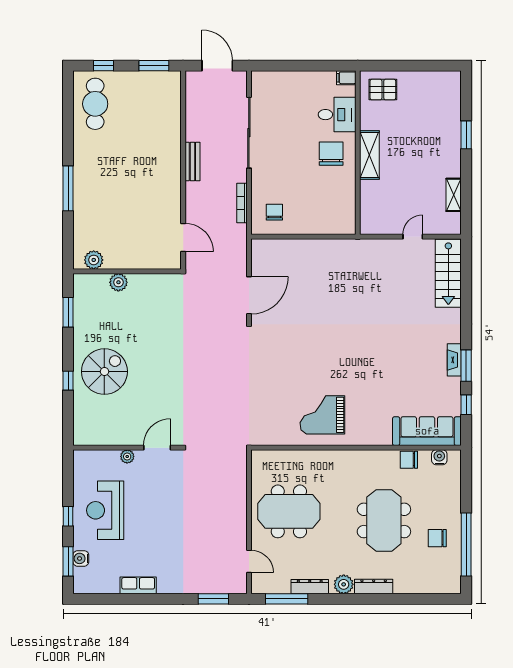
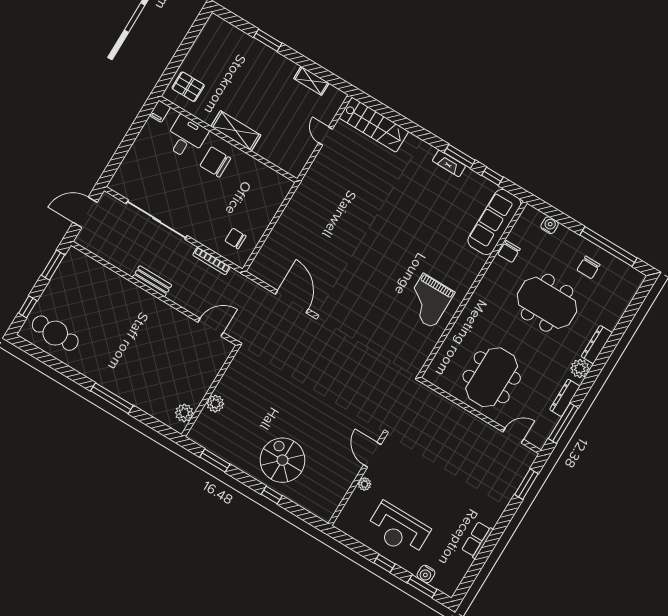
pallet: (383, 90) -> (188, 87), turned 90
water cooler: (439, 457) -> (550, 225), moved, turned 90

